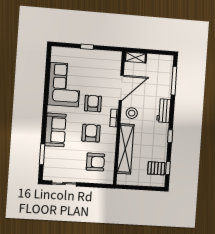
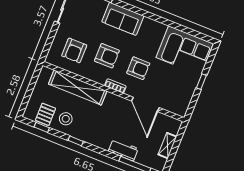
shelving: (136, 57) -> (167, 146), moved
corner sofa: (64, 85) -> (185, 51), moved
workbench: (164, 111) -> (123, 150), moved
stool: (132, 113) -> (66, 119), moved

